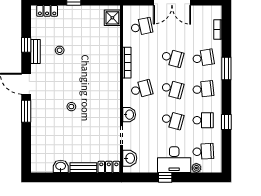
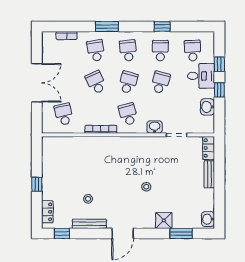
shower: (112, 18) -> (164, 220), moved
window: (26, 45) -> (62, 233), moved
bench: (35, 52) -> (89, 224), width x1.36
school desk: (172, 58) -> (96, 82), turned -39
window: (26, 111) -> (181, 233), moved
washbasin: (130, 158) -> (207, 107), moved, turned -90
desk: (174, 160) -> (201, 76), width x0.73
washbasin: (61, 166) -> (208, 219), moved
plant: (196, 168) -> (210, 58), removed
window: (190, 177) -> (219, 64), added

